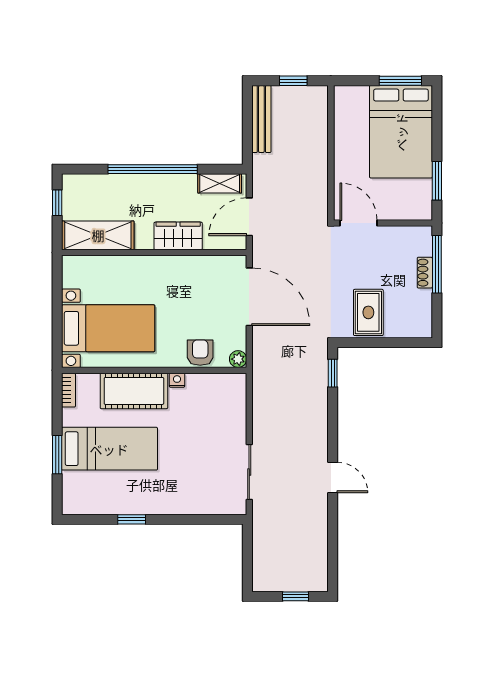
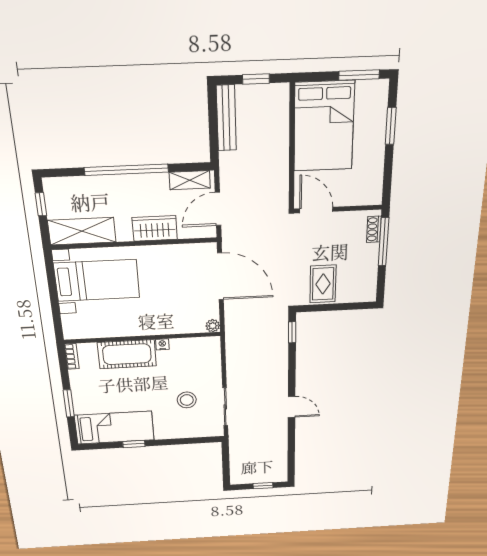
bed: (401, 132) -> (324, 126), moved
window: (437, 181) -> (391, 126), moved
shoe rack: (425, 273) -> (374, 229), moved
bed with nightstands: (108, 328) -> (97, 280), moved
armchair: (200, 353) -> (180, 322), removed
bed: (109, 449) -> (114, 428), moved
stool: (202, 459) -> (187, 400), added

